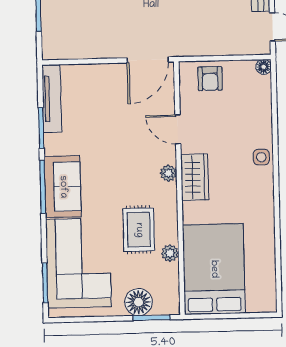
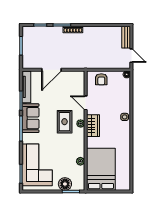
door: (148, 60) -> (52, 70), moved
sofa: (63, 187) -> (30, 118), moved
rug: (139, 230) -> (65, 122), moved

